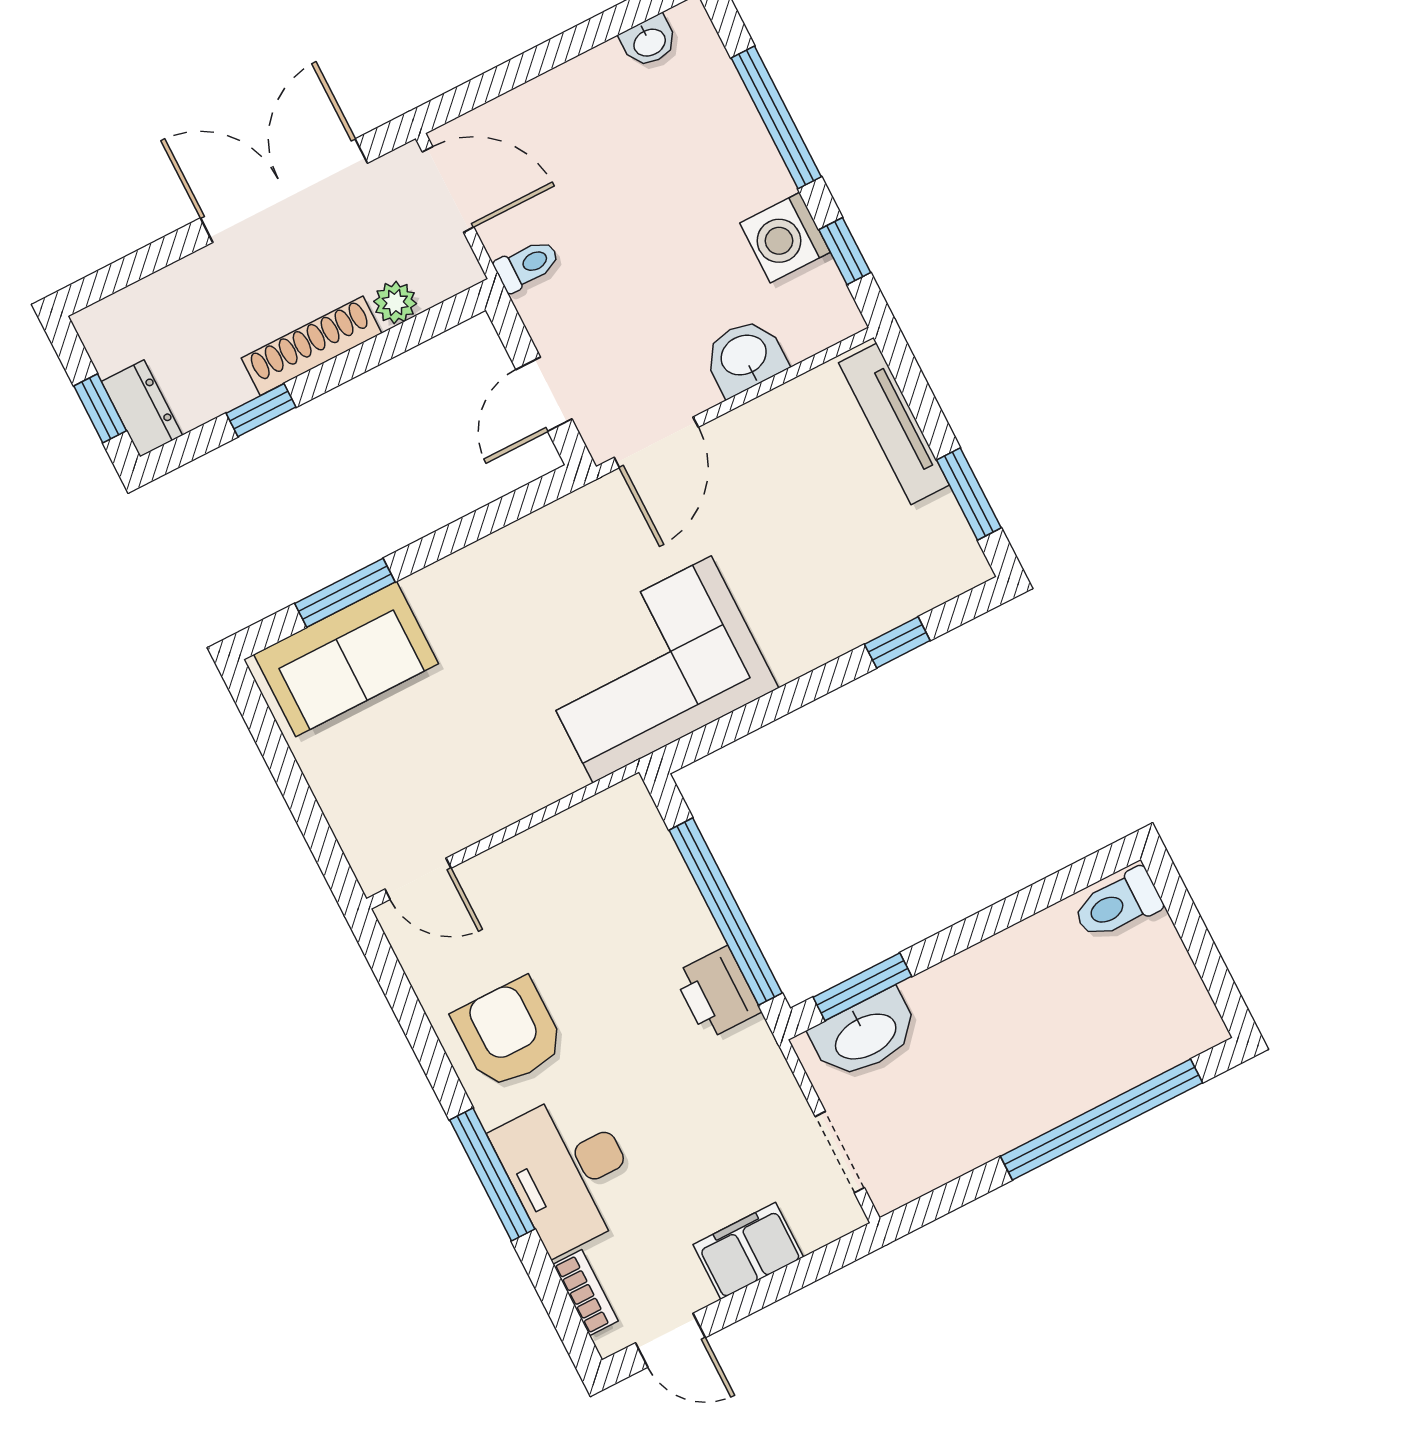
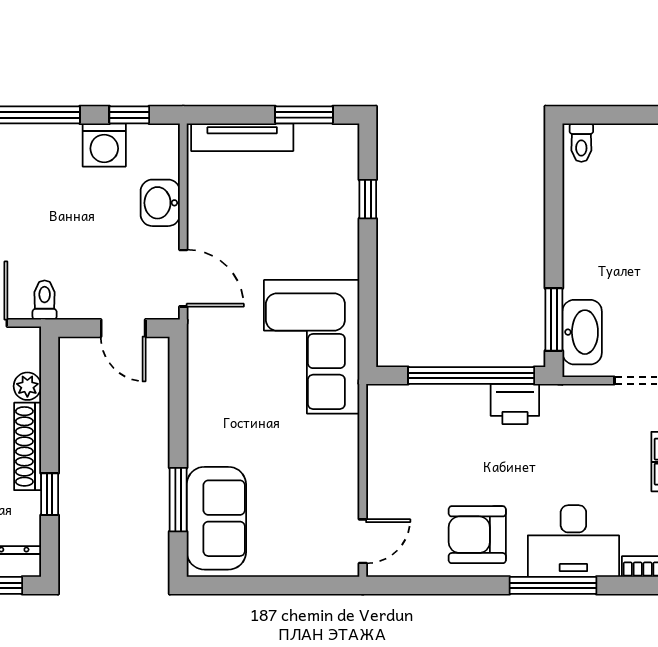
toilet: (1117, 904) -> (581, 143), width x0.73, depth x0.72

